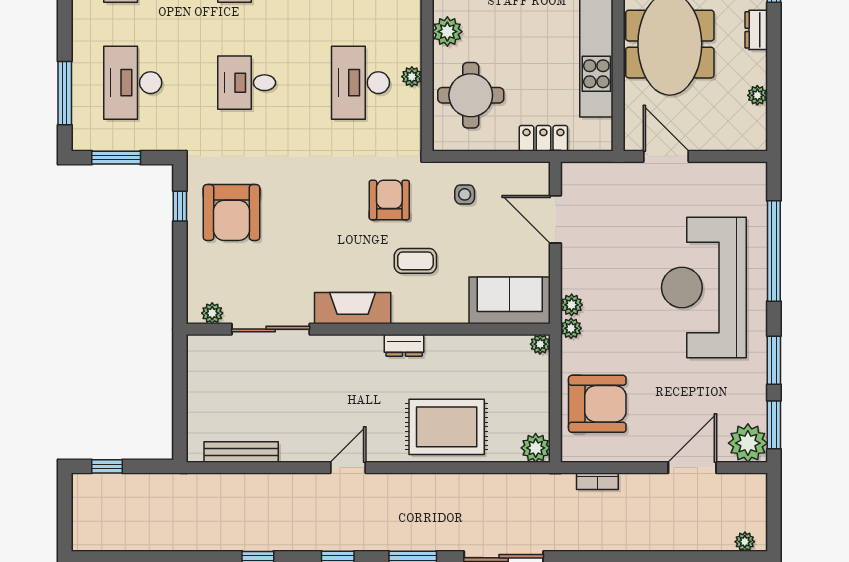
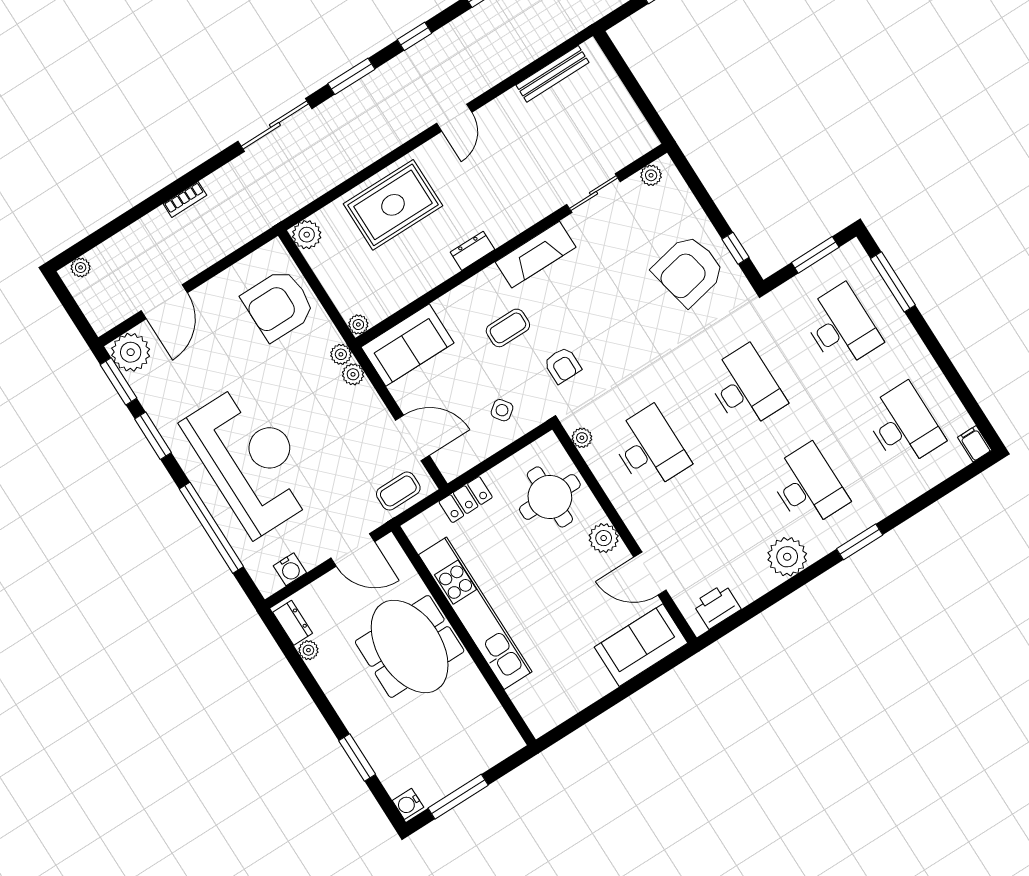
dresser: (756, 30) -> (293, 623), moved
plant: (412, 77) -> (582, 438), moved
desk: (247, 83) -> (745, 388), width x1.37
water cooler: (730, 174) -> (290, 569), added
coffee table: (596, 182) -> (398, 491), added
side table: (465, 194) -> (502, 410), turned -37
armchair: (389, 200) -> (562, 365), width x0.72, depth x0.72
armchair: (231, 213) -> (689, 270), turned -102
sliding door: (271, 329) -> (593, 193), width x0.73
bookcase: (597, 481) -> (185, 200), moved, turned 180

